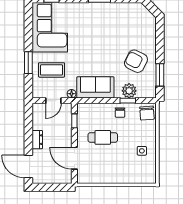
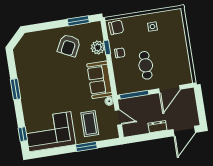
window: (74, 121) -> (134, 95), width x2.17

